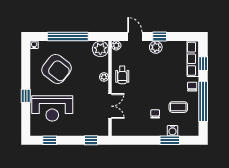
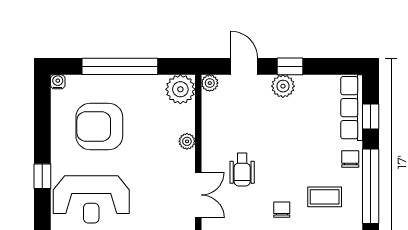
armchair: (57, 69) -> (99, 127), turned 142
wheelchair: (122, 75) -> (242, 170), moved

